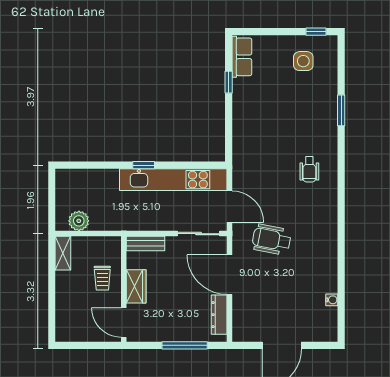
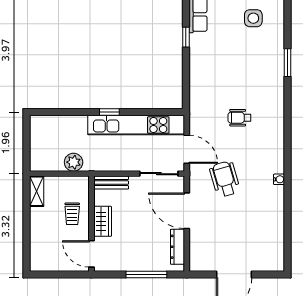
wheelchair: (309, 169) -> (239, 118), moved, turned 90
plant: (79, 221) -> (74, 162), moved
wheelchair: (272, 239) -> (225, 179), turned 63
water cooler: (332, 300) -> (279, 179), moved

